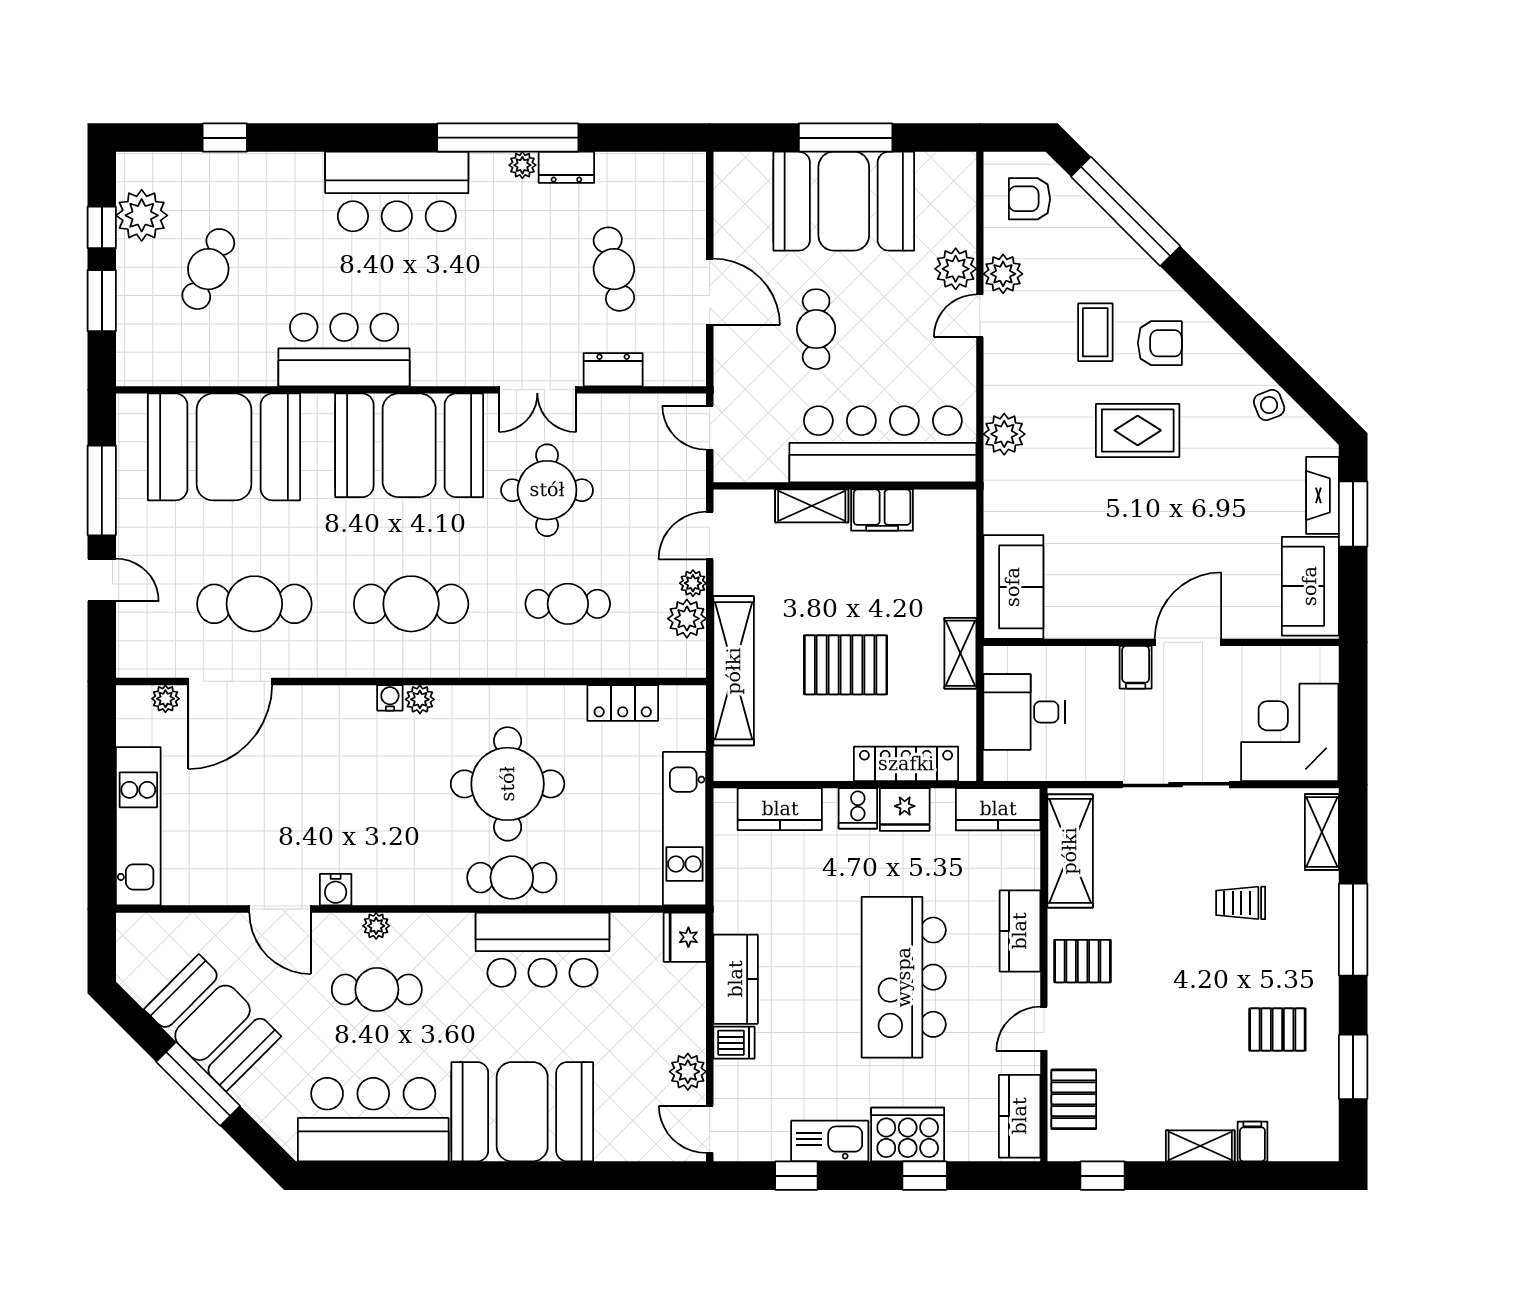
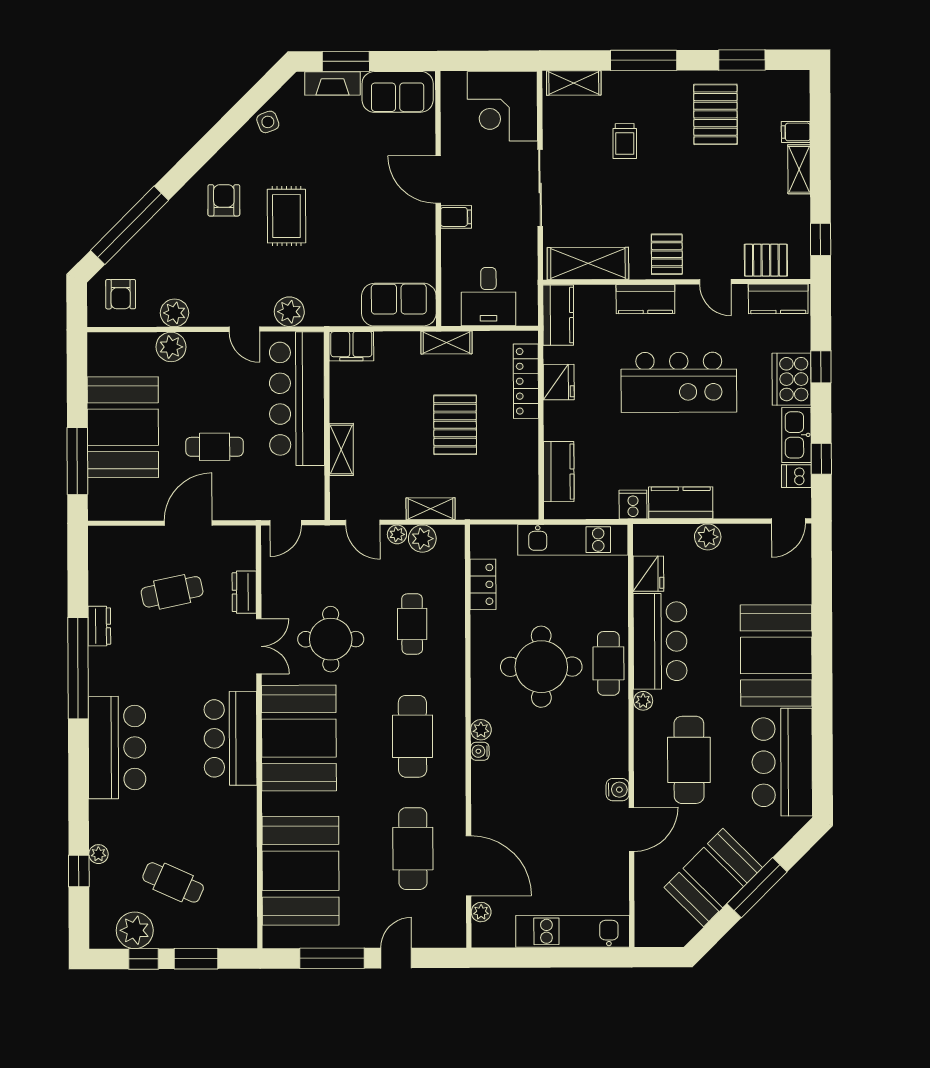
window: (846, 138) -> (77, 461), moved
plant: (522, 165) -> (98, 854), moved
door: (980, 316) -> (244, 329), moved
coffee table: (1095, 332) -> (216, 247), removed
bar counter: (344, 350) -> (231, 738), moved
filing cabinet: (882, 510) -> (351, 346), moved, turned 90
shelving: (734, 671) -> (431, 509), width x0.45, depth x0.75
cooker: (858, 808) -> (633, 504), moved, turned -90
plant: (376, 926) -> (643, 701), moved
fridge: (685, 937) -> (648, 574), moved, turned -90
cafe table: (377, 989) -> (689, 760), width x1.37, depth x1.35
pallet: (1277, 1030) -> (715, 114), width x1.50, depth x1.42
dishwasher: (734, 1043) -> (796, 476), moved, turned -90
plant: (688, 1072) -> (708, 537), moved

